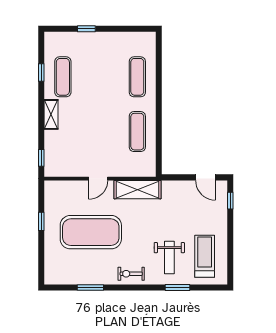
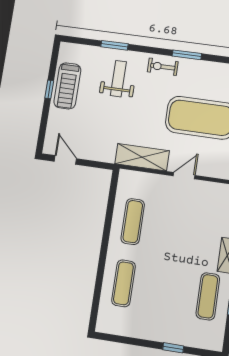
window: (230, 201) -> (49, 89), moved
treadmill: (205, 256) -> (67, 86), moved
exercise bike: (131, 274) -> (163, 67), turned 180
window: (90, 288) -> (187, 55), moved

